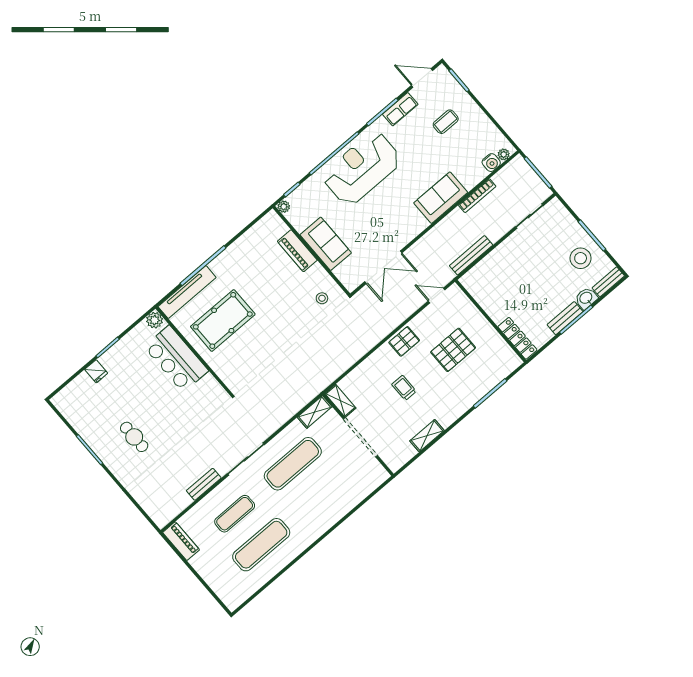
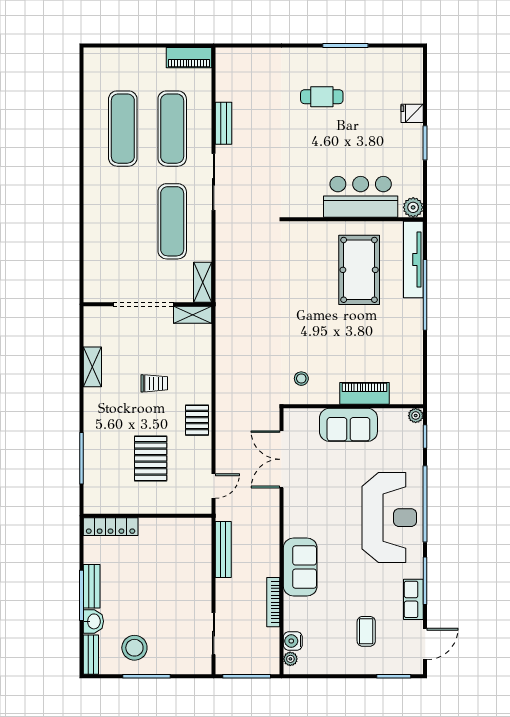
exercise mat: (235, 514) -> (172, 129), width x1.36, depth x1.45

